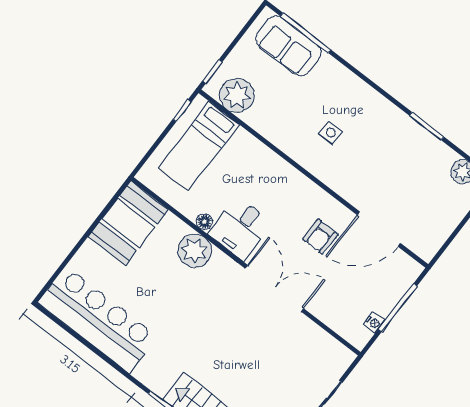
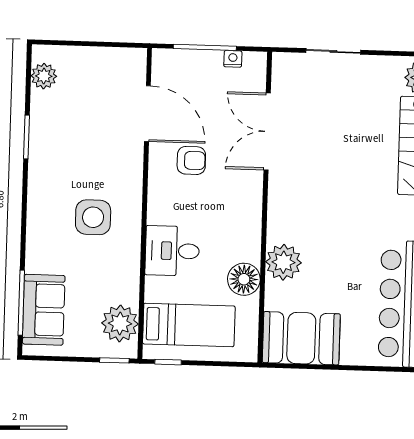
side table: (331, 133) -> (93, 217), width x1.87, depth x1.87
floor lamp: (204, 222) -> (244, 279), width x1.89, depth x1.89
desk: (240, 228) -> (172, 251), moved, turned 180
double door: (274, 288) -> (267, 131), moved

